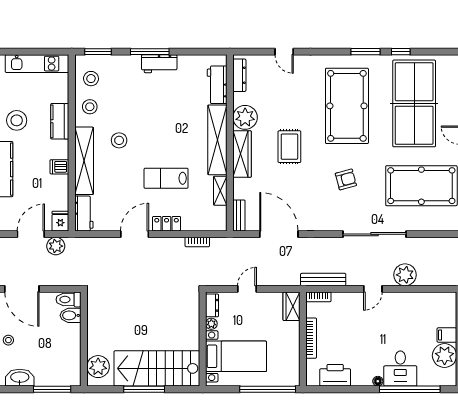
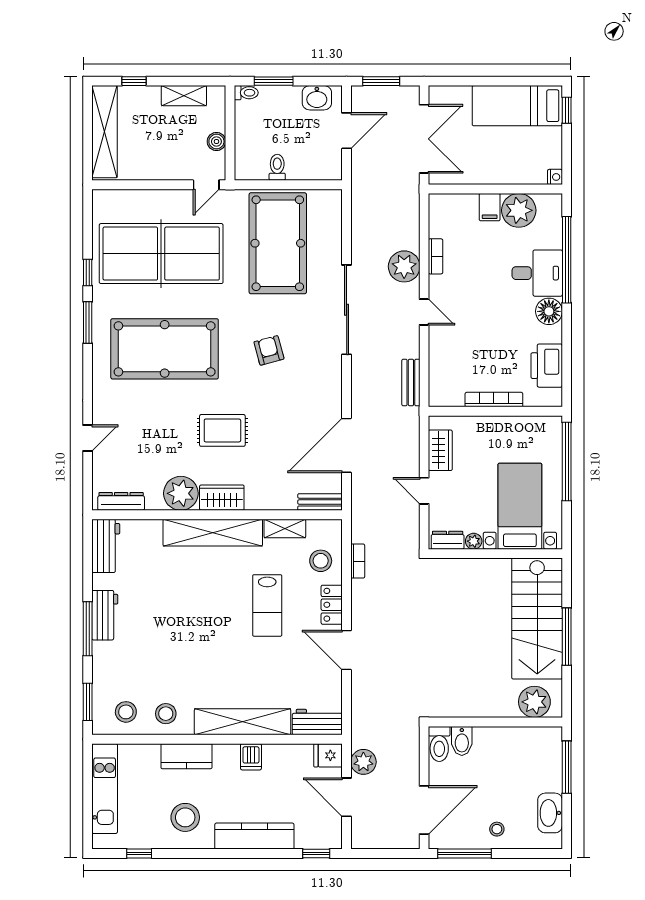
workbench: (217, 85) -> (106, 546), moved, turned -90
stool: (119, 140) -> (321, 561), moved
wardrobe: (242, 154) -> (222, 498), width x0.67
bench: (323, 280) -> (411, 382), width x0.73
bookcase: (318, 297) -> (436, 256), moved
wardrobe: (292, 306) -> (440, 450), moved, turned -90
floor lamp: (378, 381) -> (549, 311), width x1.89, depth x1.89

